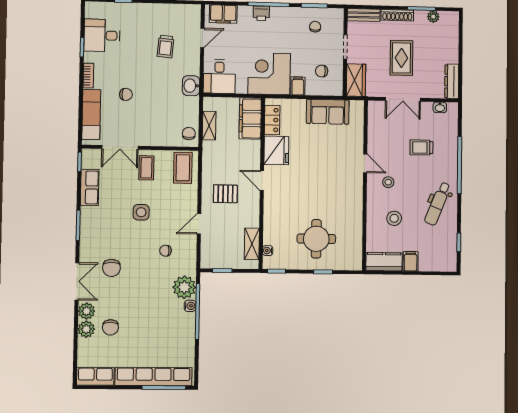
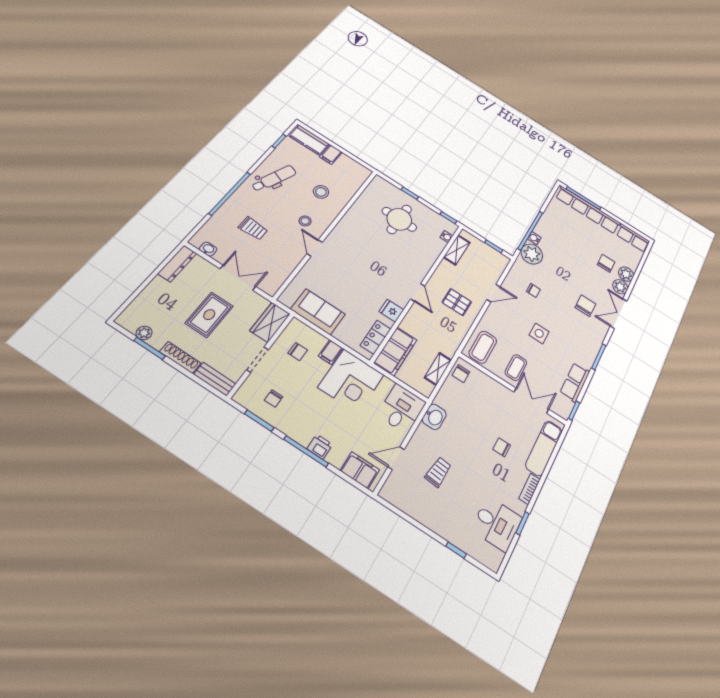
fridge: (276, 150) -> (391, 311), width x0.53, depth x0.75
kitchen counter: (384, 262) -> (309, 140), moved

